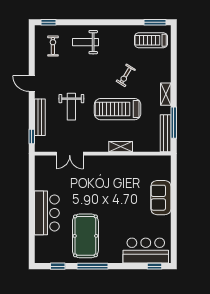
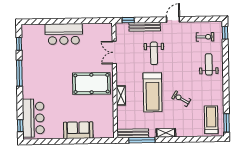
weight bench: (71, 107) -> (154, 53), turned -90
treadmill: (118, 109) -> (153, 92), turned 180
pool table: (85, 236) -> (91, 83), moved

